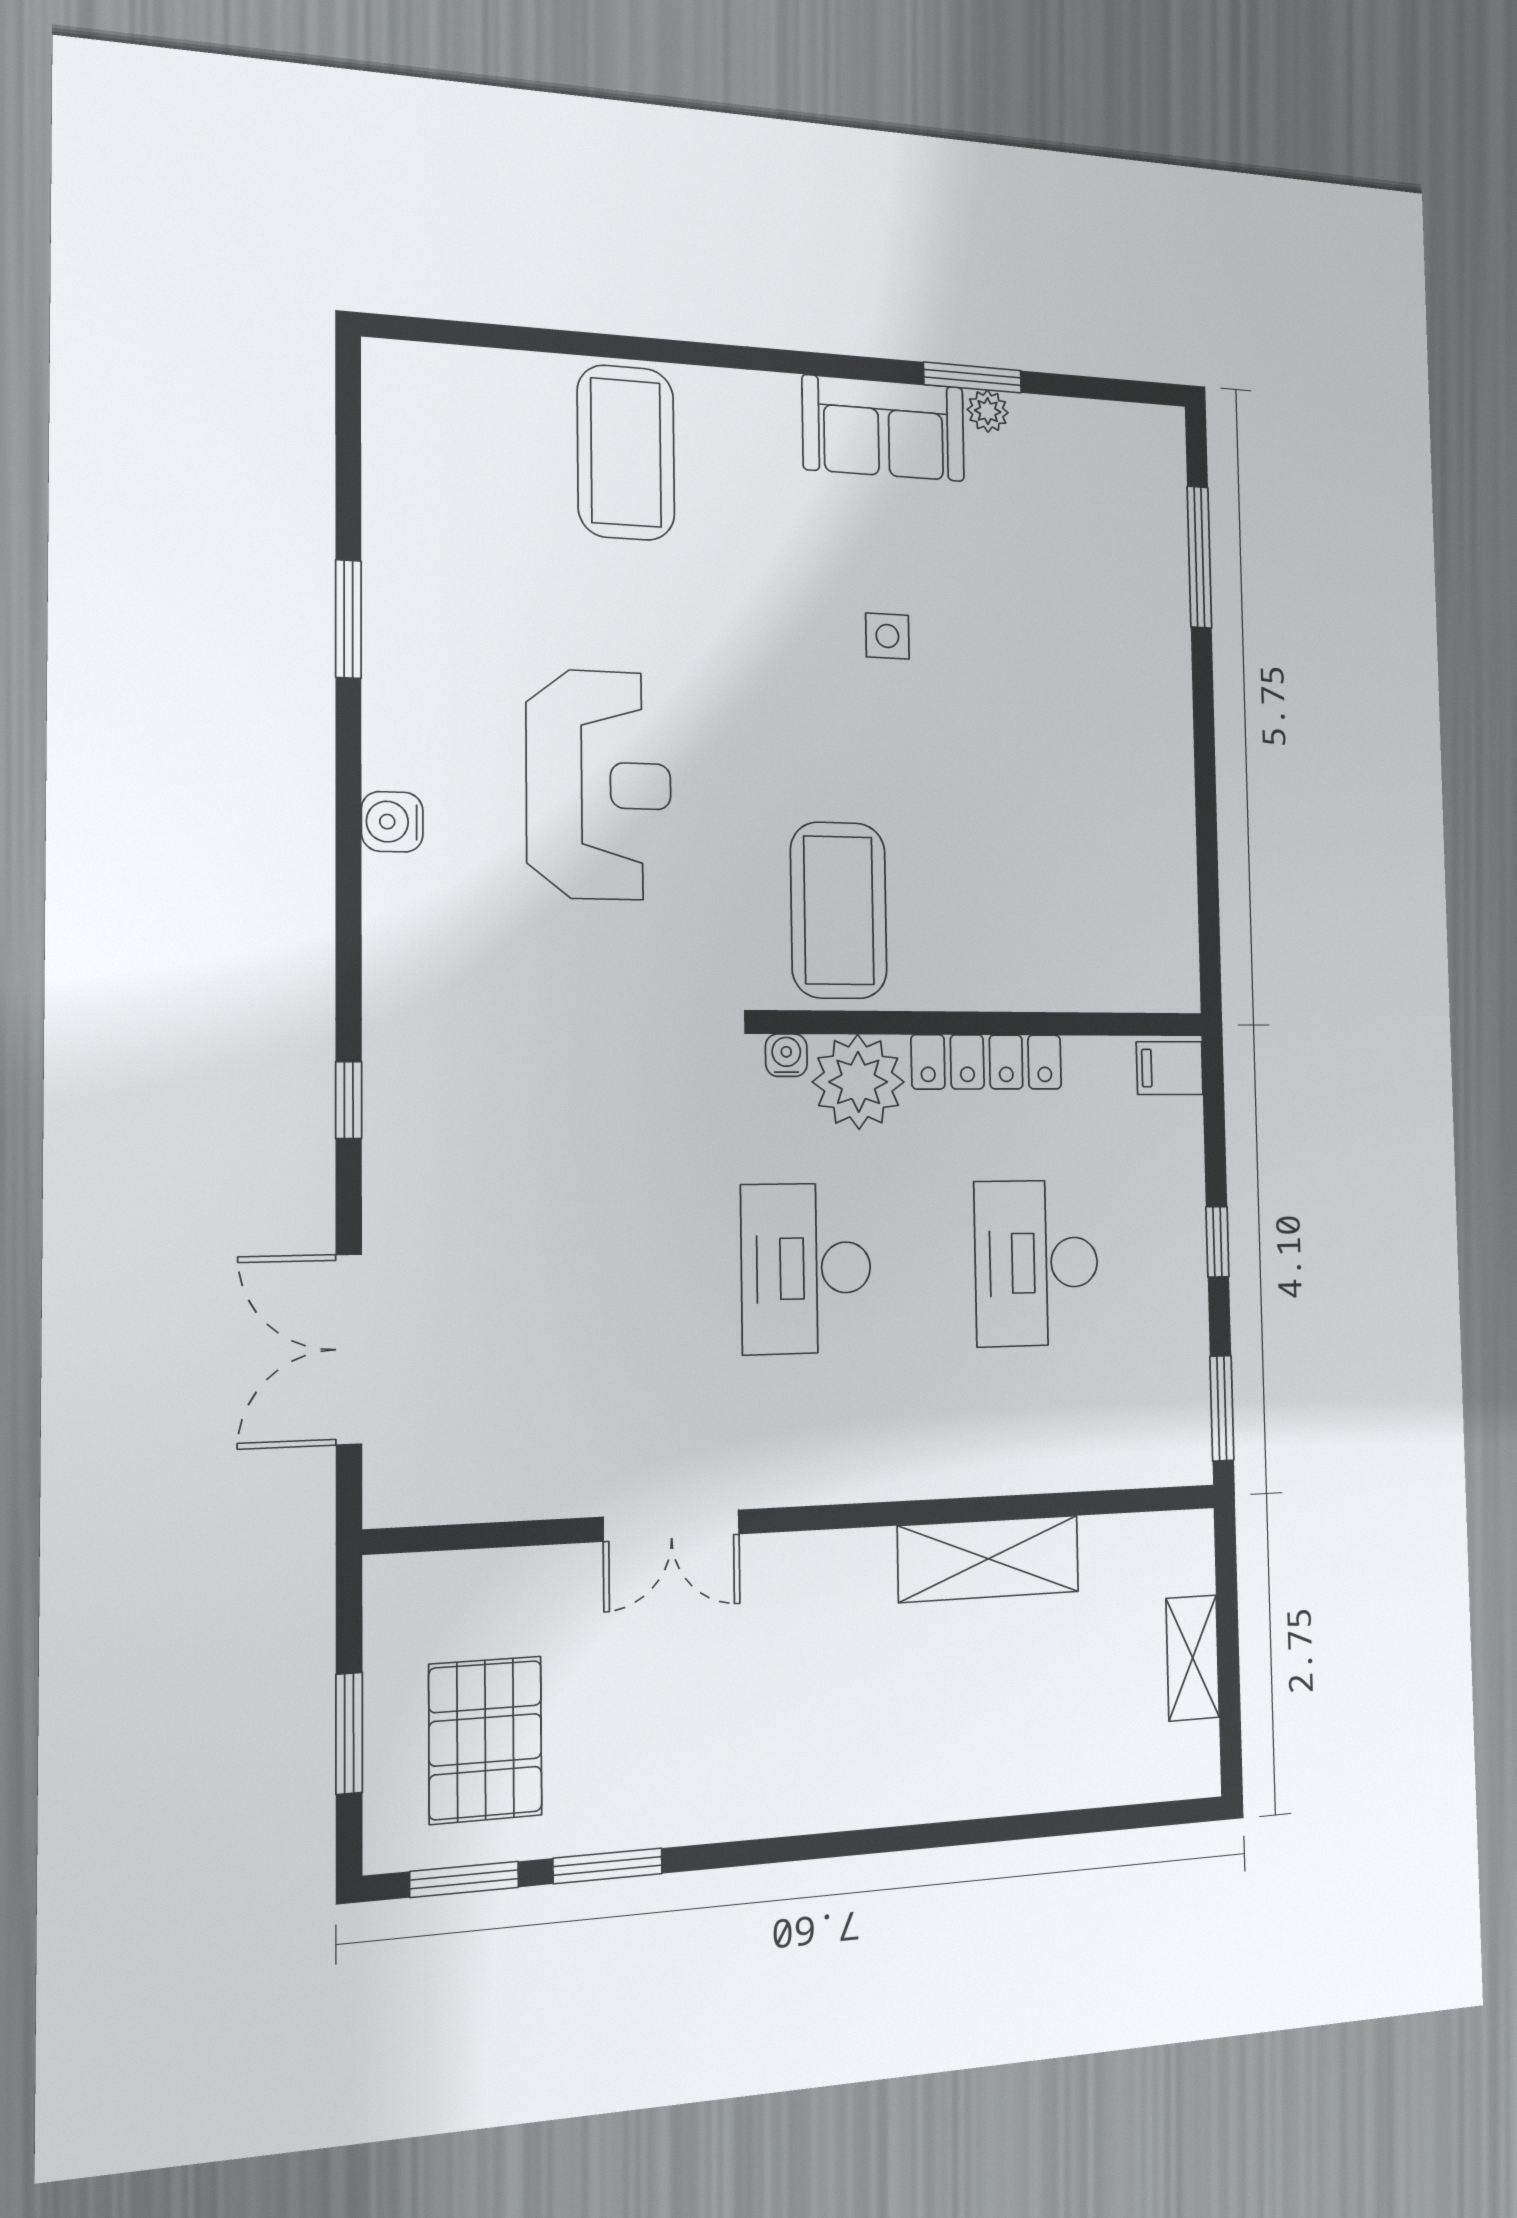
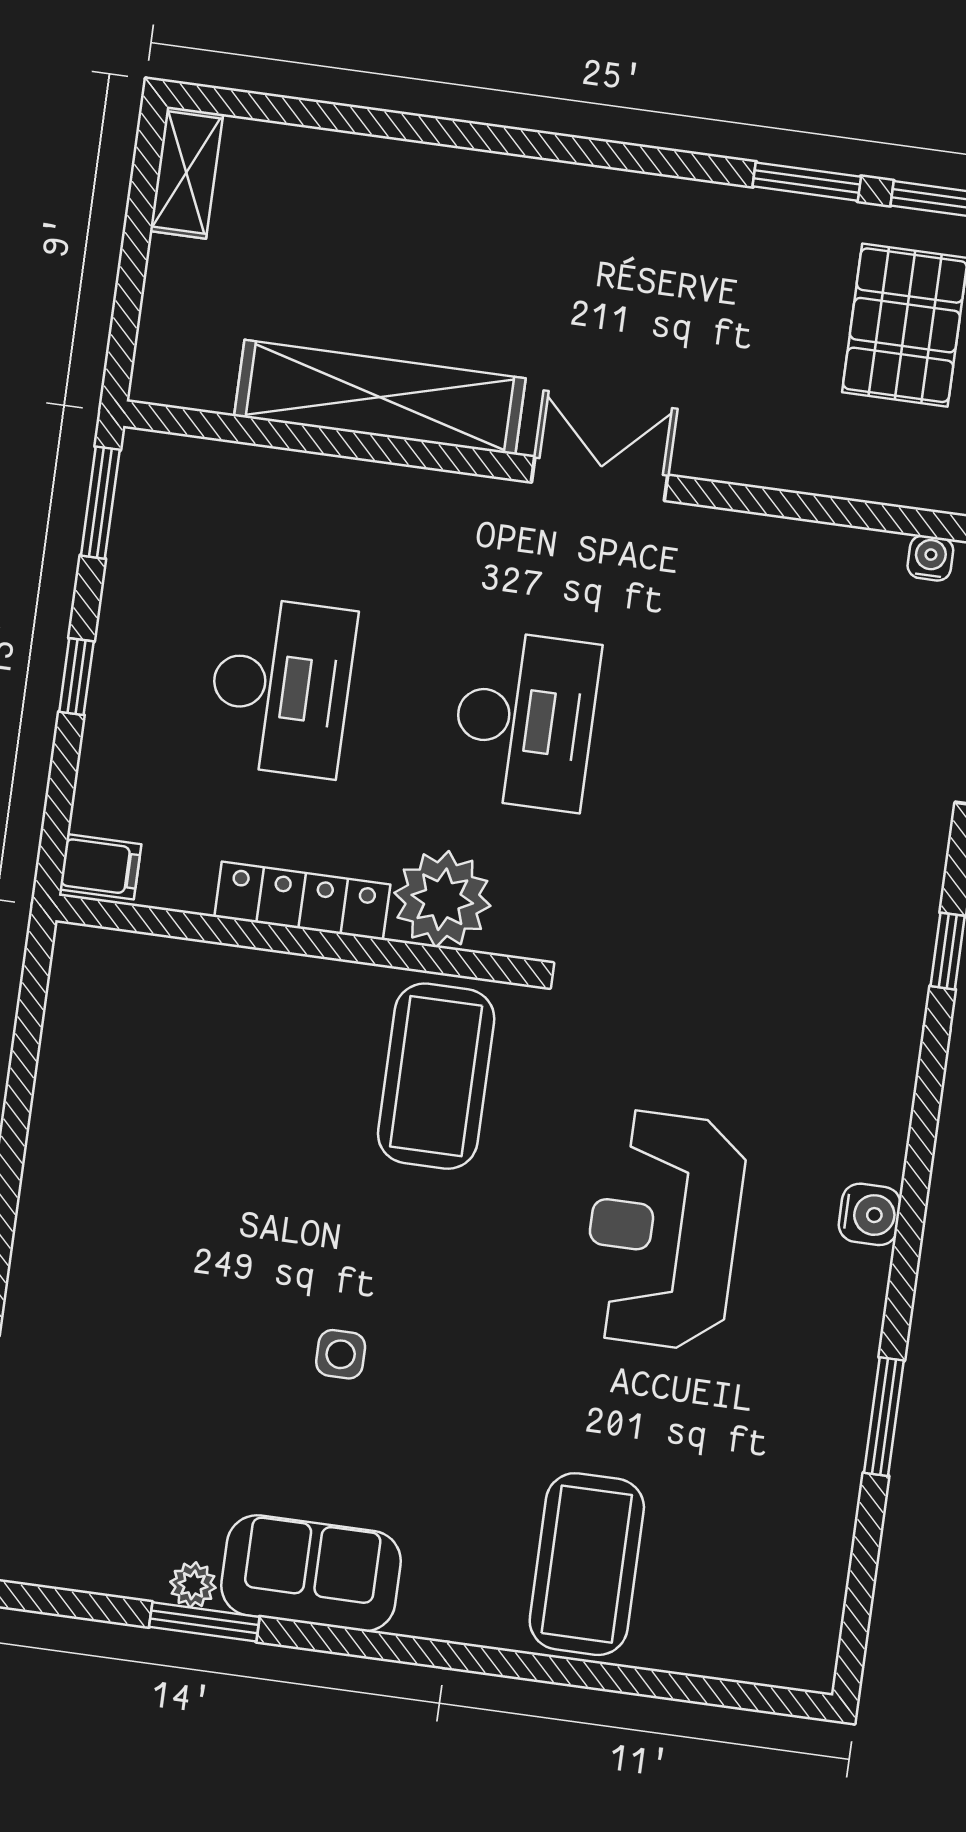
water cooler: (786, 1055) -> (930, 558), moved, turned 180
double door: (672, 1526) -> (600, 479), moved
shelving: (989, 1559) -> (380, 397), width x1.47
shelving: (1193, 1658) -> (186, 172), moved

